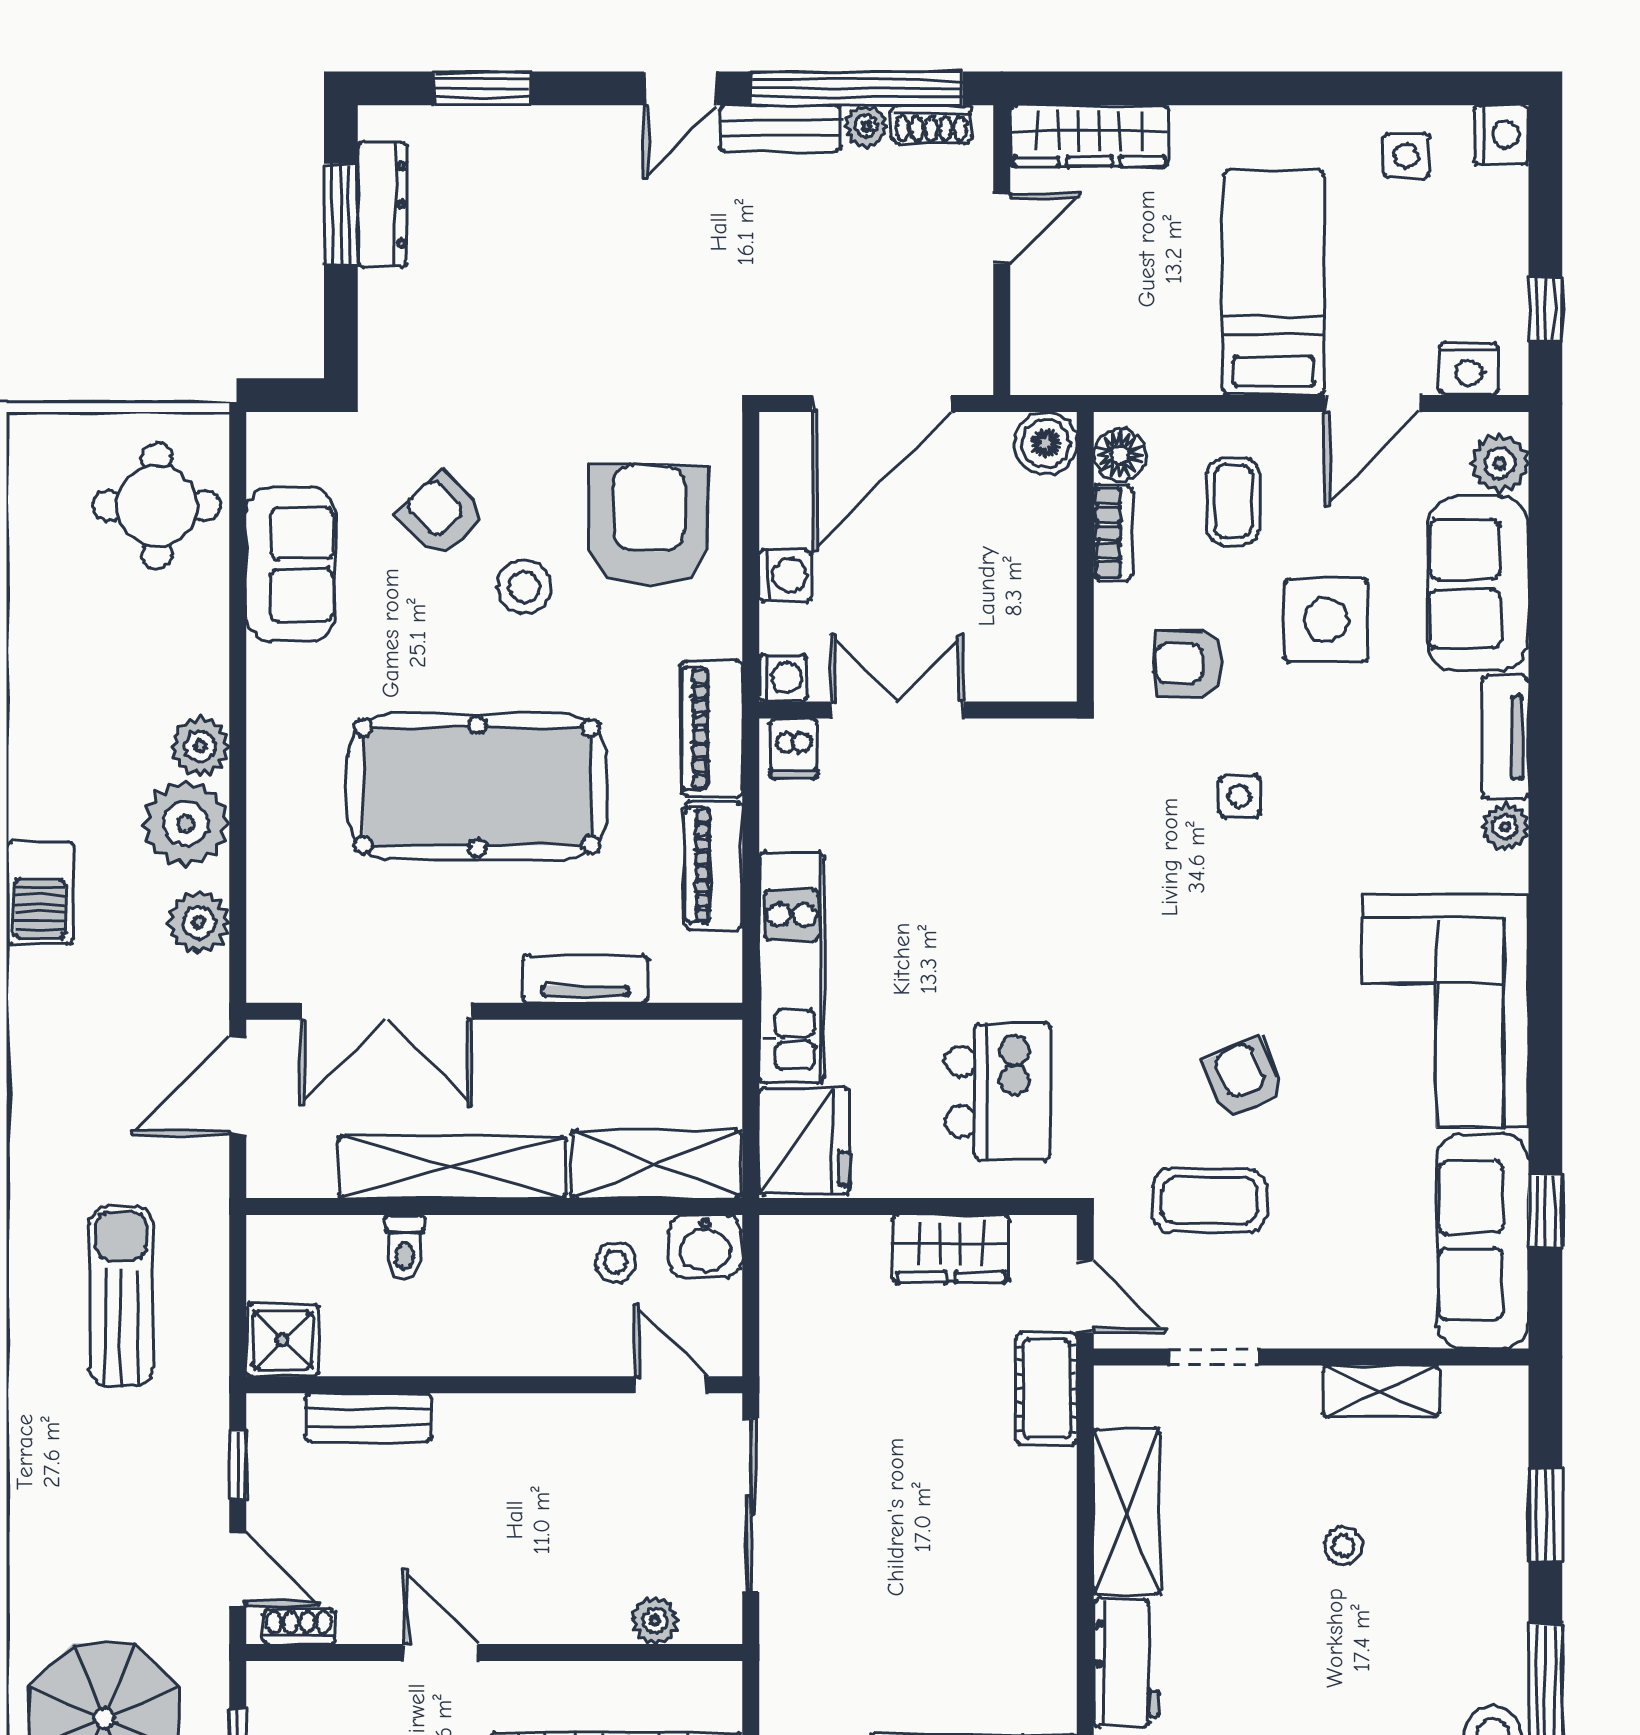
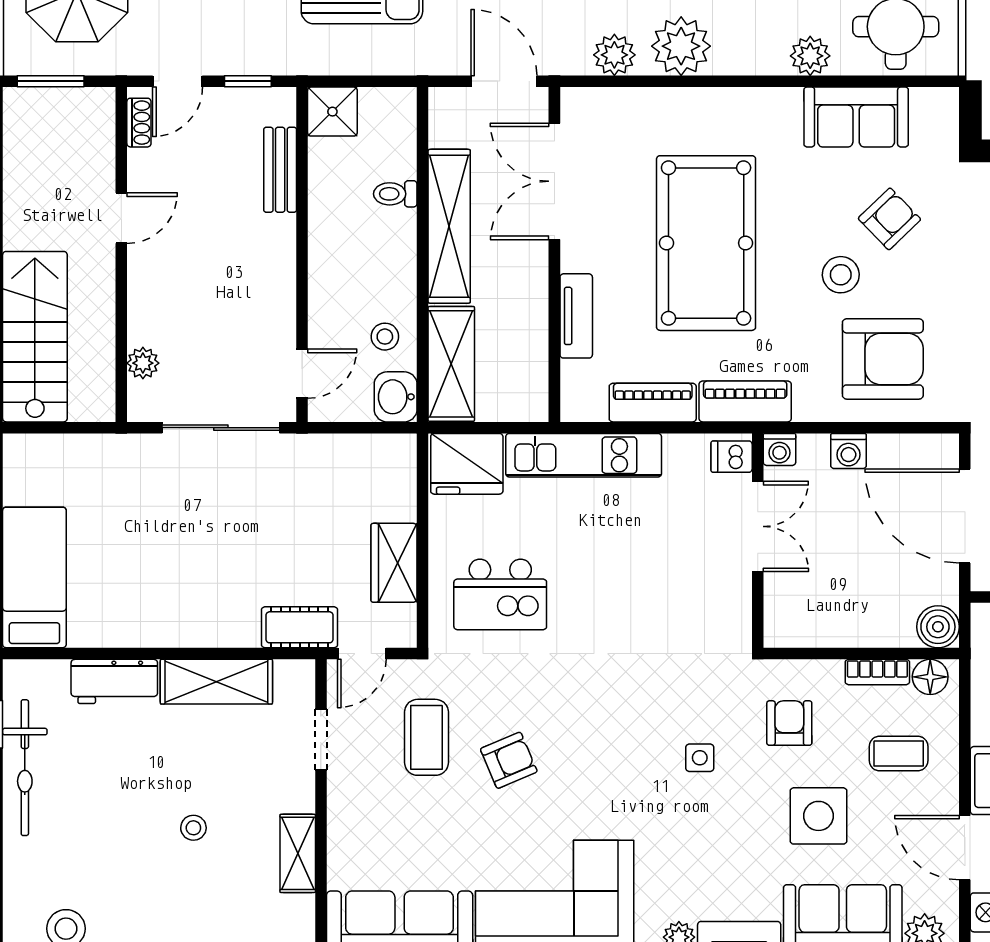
plant: (200, 746) -> (810, 56), moved

